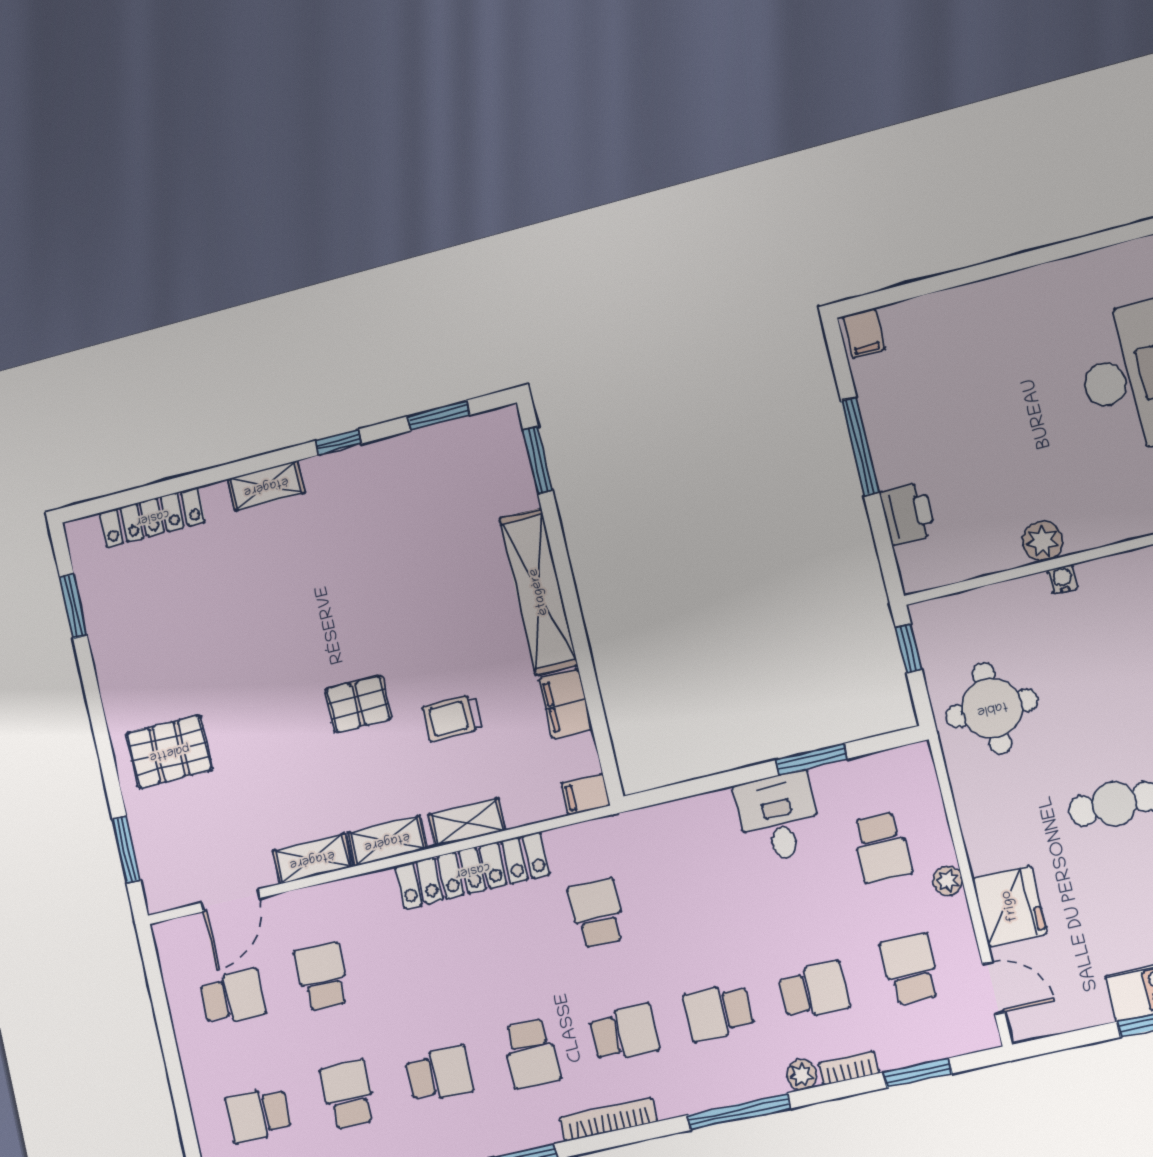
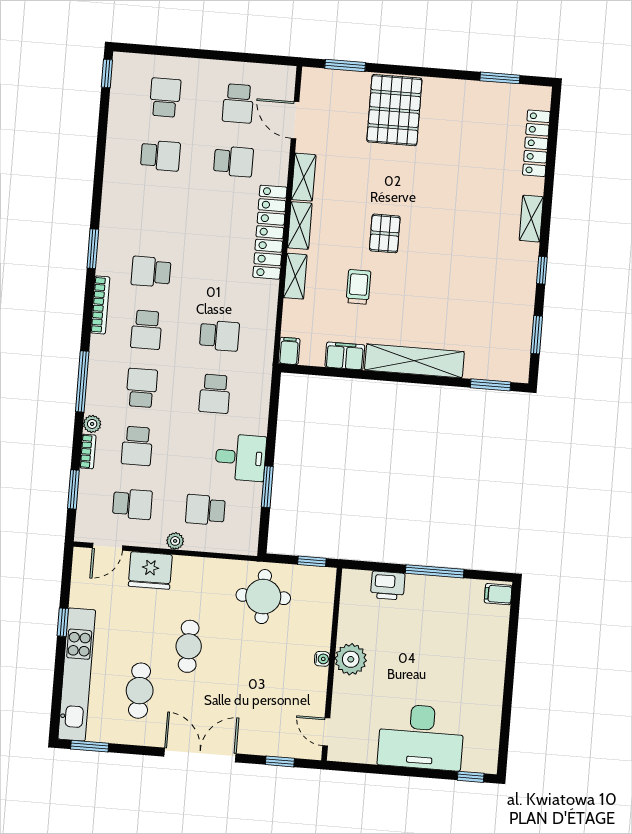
plant: (1042, 541) -> (351, 659), width x1.36, depth x1.36
pallet: (169, 752) -> (394, 110), width x1.37, depth x1.41
locker: (472, 870) -> (270, 232), moved
school desk: (439, 1074) -> (215, 394), moved

